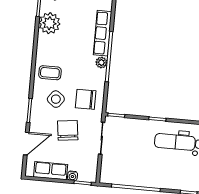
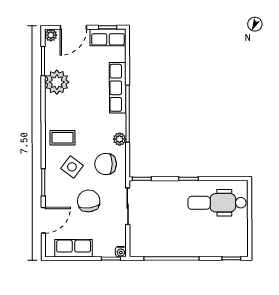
plant: (101, 63) -> (120, 139), moved
water cooler: (72, 176) -> (121, 252), moved

